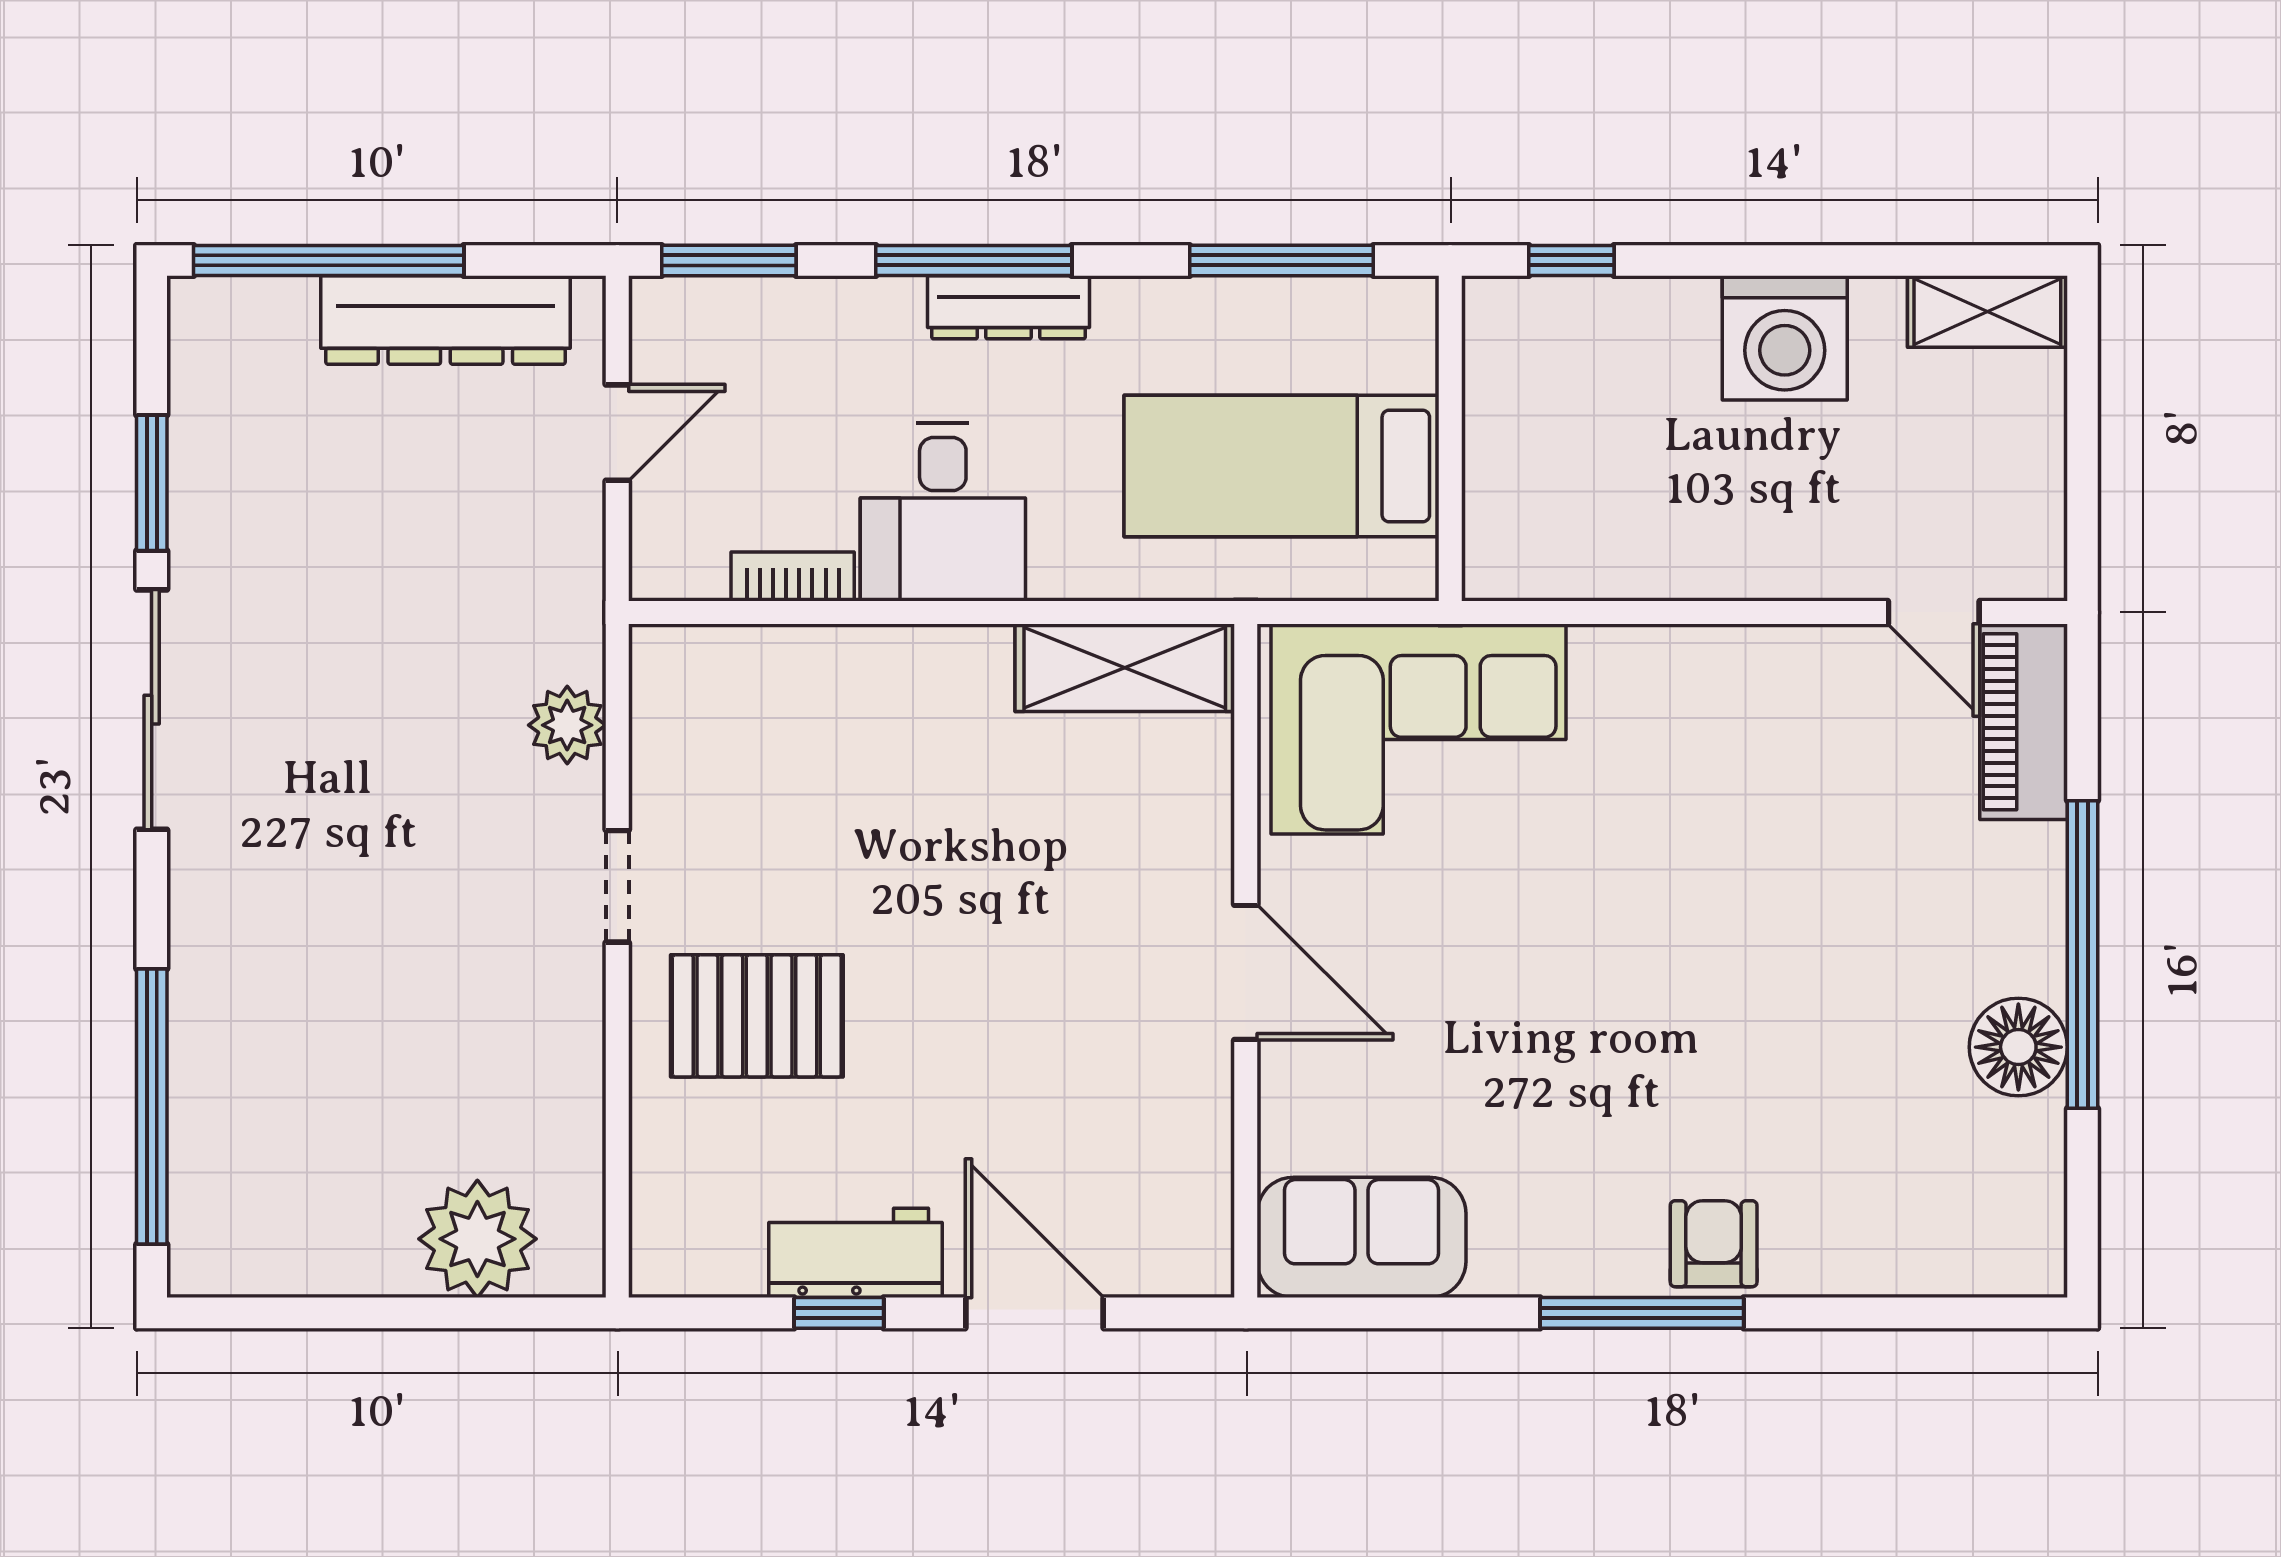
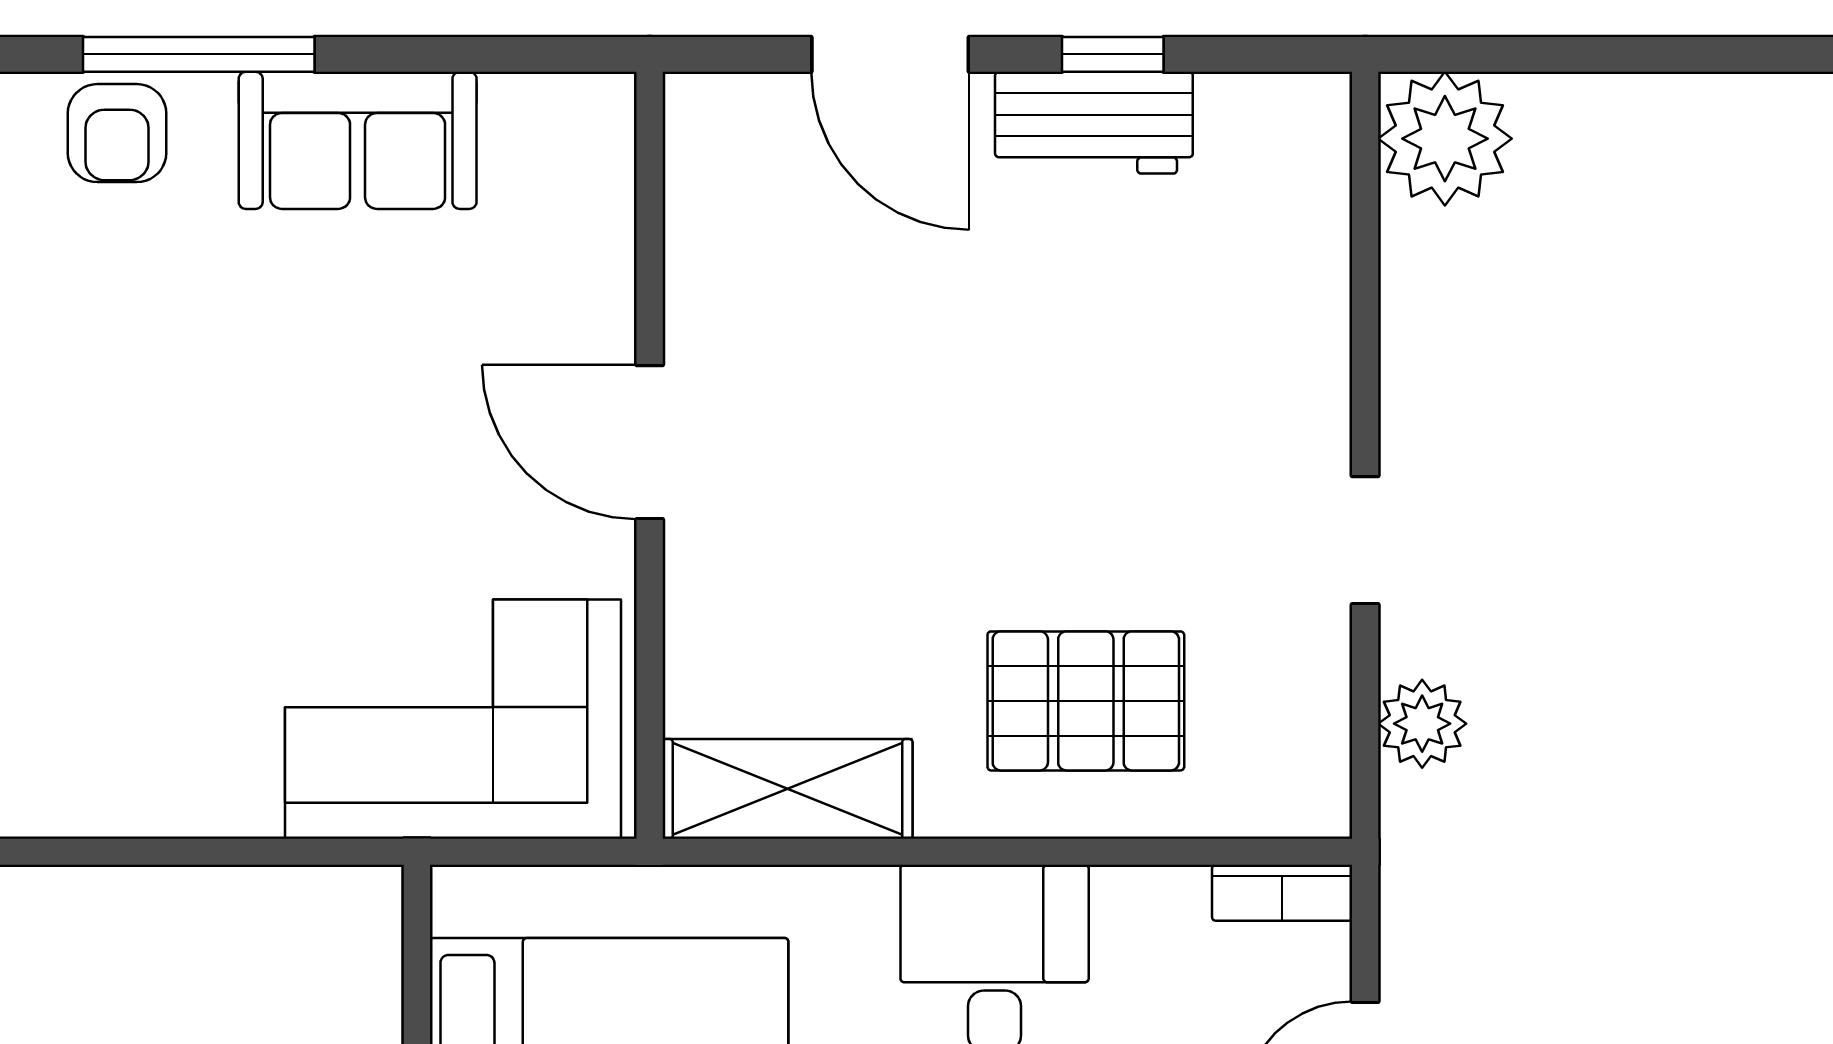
bookcase: (793, 577) -> (1282, 893), moved
pallet: (757, 1016) -> (1086, 701), moved
sofa: (1361, 1237) -> (358, 140), moved
plant: (477, 1239) -> (1445, 139), moved

